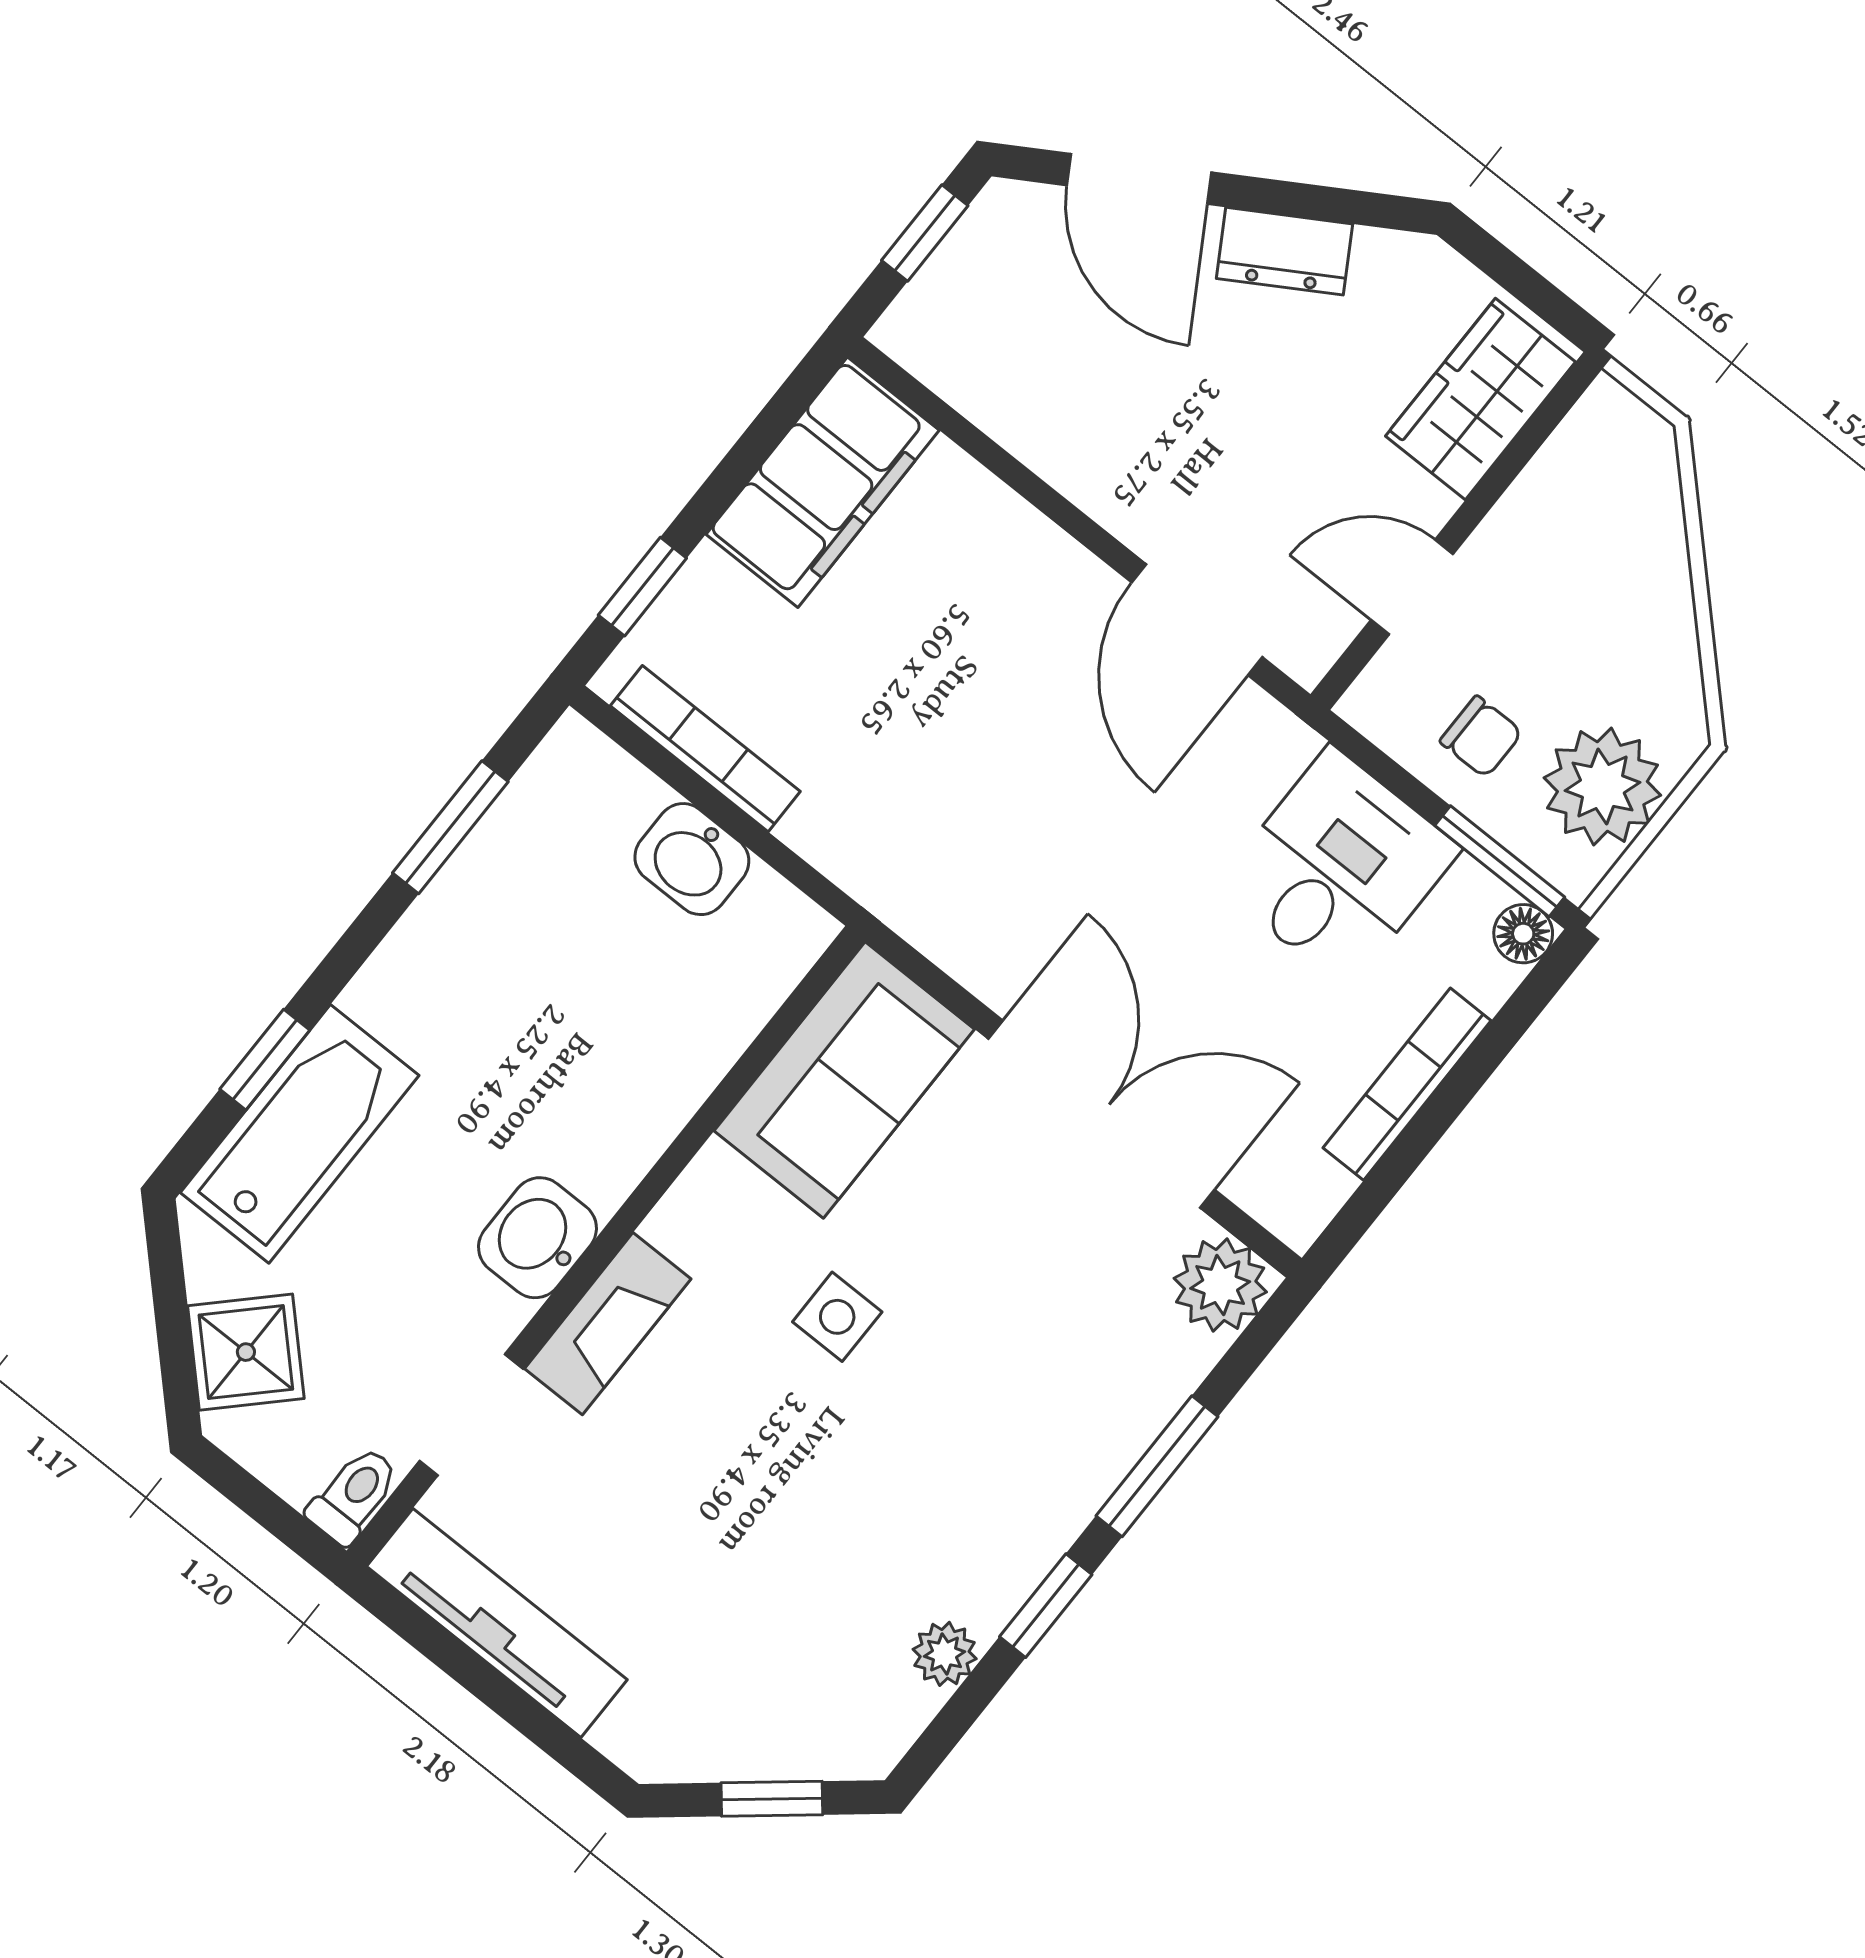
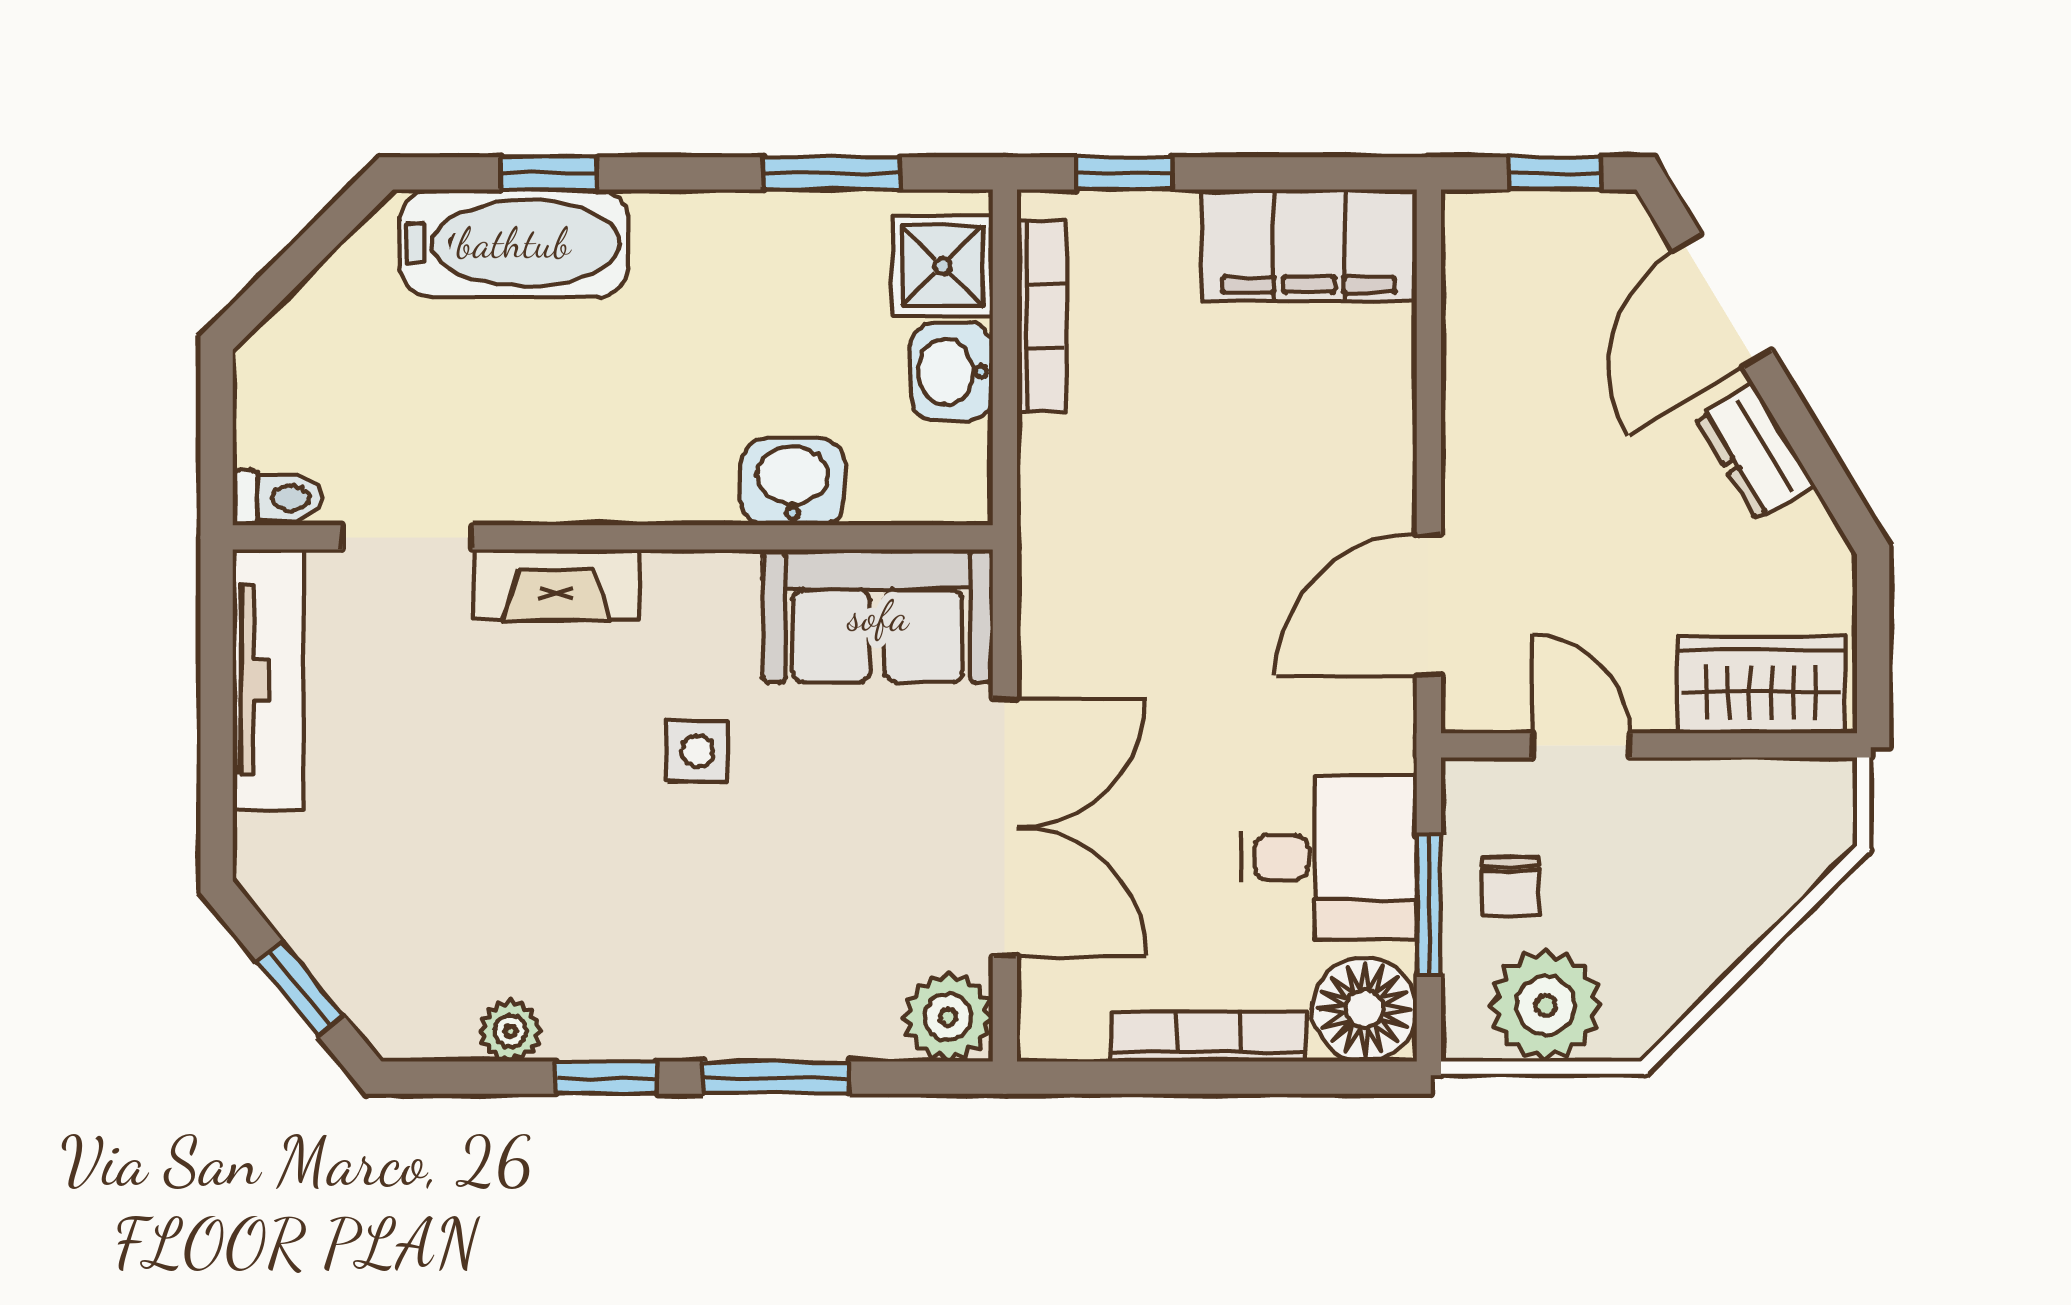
window: (1500, 861) -> (1429, 905), moved
floor lamp: (1523, 934) -> (1364, 1009), width x1.89, depth x1.89
washbasin: (537, 1238) -> (793, 482), moved
shower: (246, 1352) -> (943, 266), moved, turned 45

